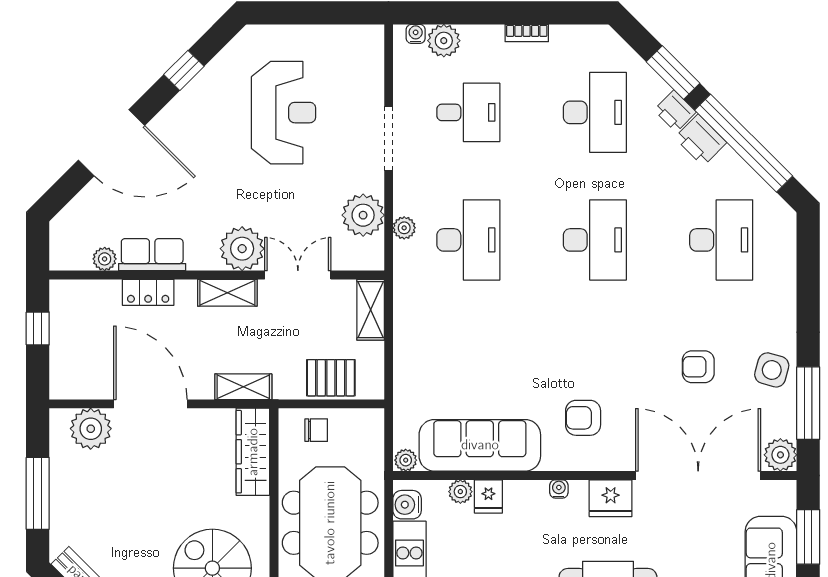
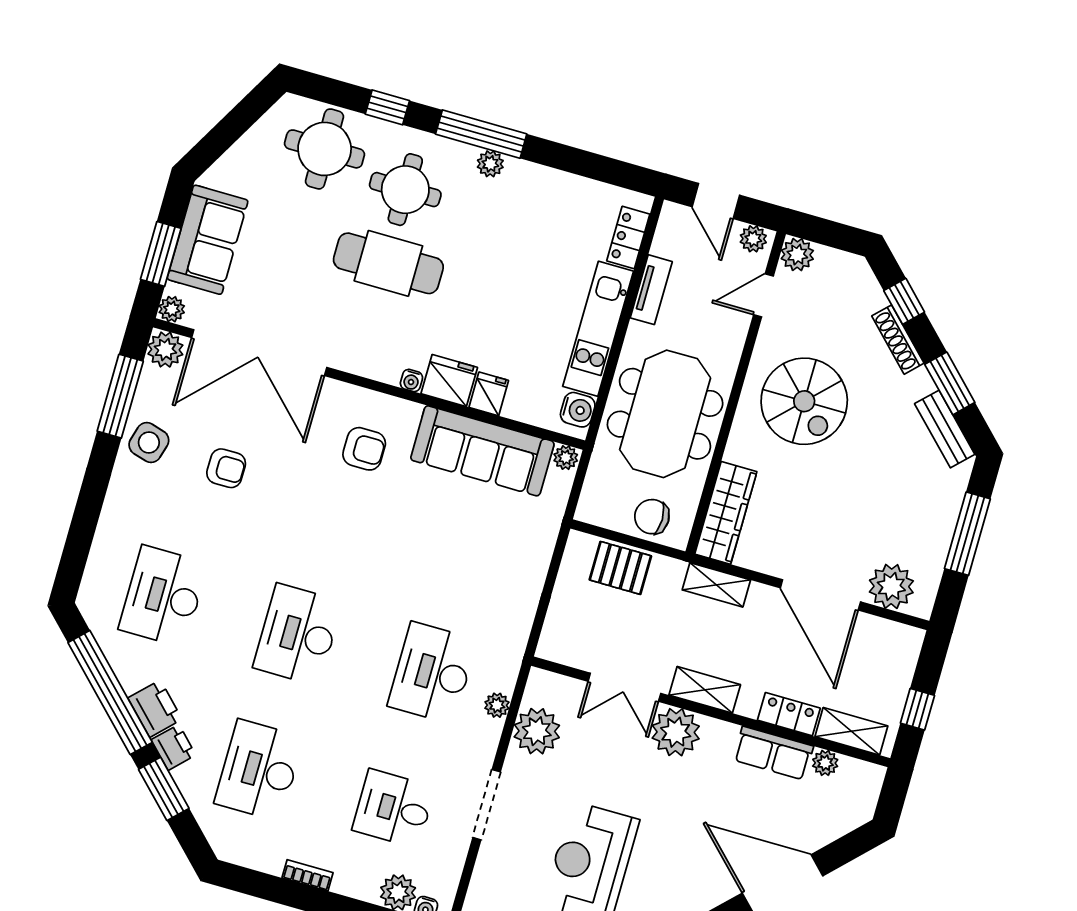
shelving: (371, 310) -> (851, 731), moved, turned 90
chair: (316, 430) -> (652, 517), width x1.37, depth x1.37
plant: (460, 492) -> (172, 309), moved
fridge: (611, 498) -> (449, 381), moved

